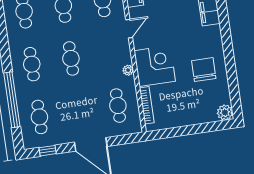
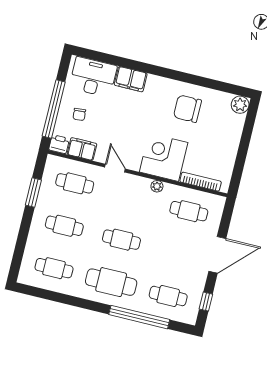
cafe table: (32, 64) -> (111, 282), width x1.37, depth x1.35

